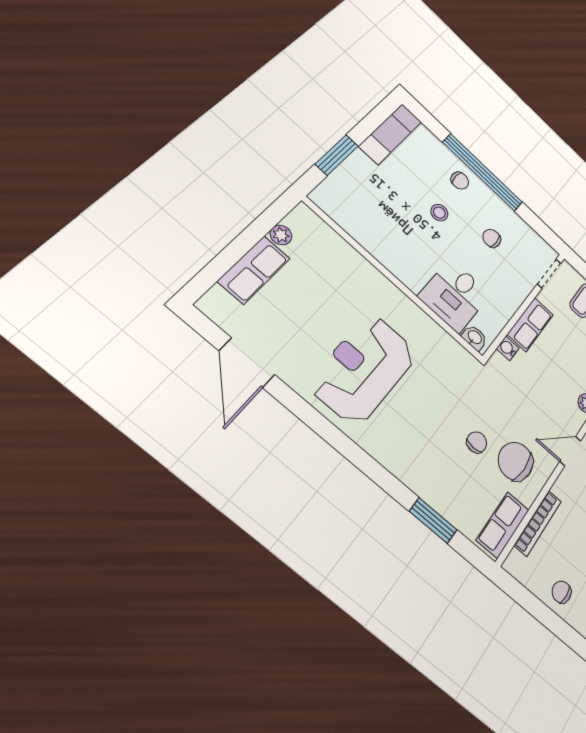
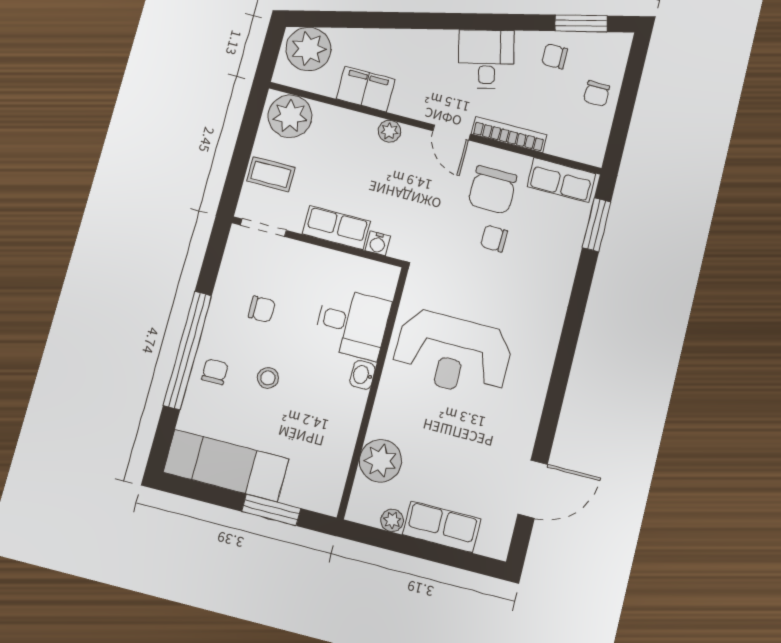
exam couch: (390, 134) -> (226, 466), width x1.36, depth x1.45
chair: (492, 238) -> (262, 309), turned -90
plant: (336, 254) -> (380, 461), added
washbasin: (475, 337) -> (362, 375), moved
reception desk: (364, 369) -> (453, 353), moved
window: (433, 521) -> (597, 225), moved
bookcase: (538, 523) -> (509, 134), moved

